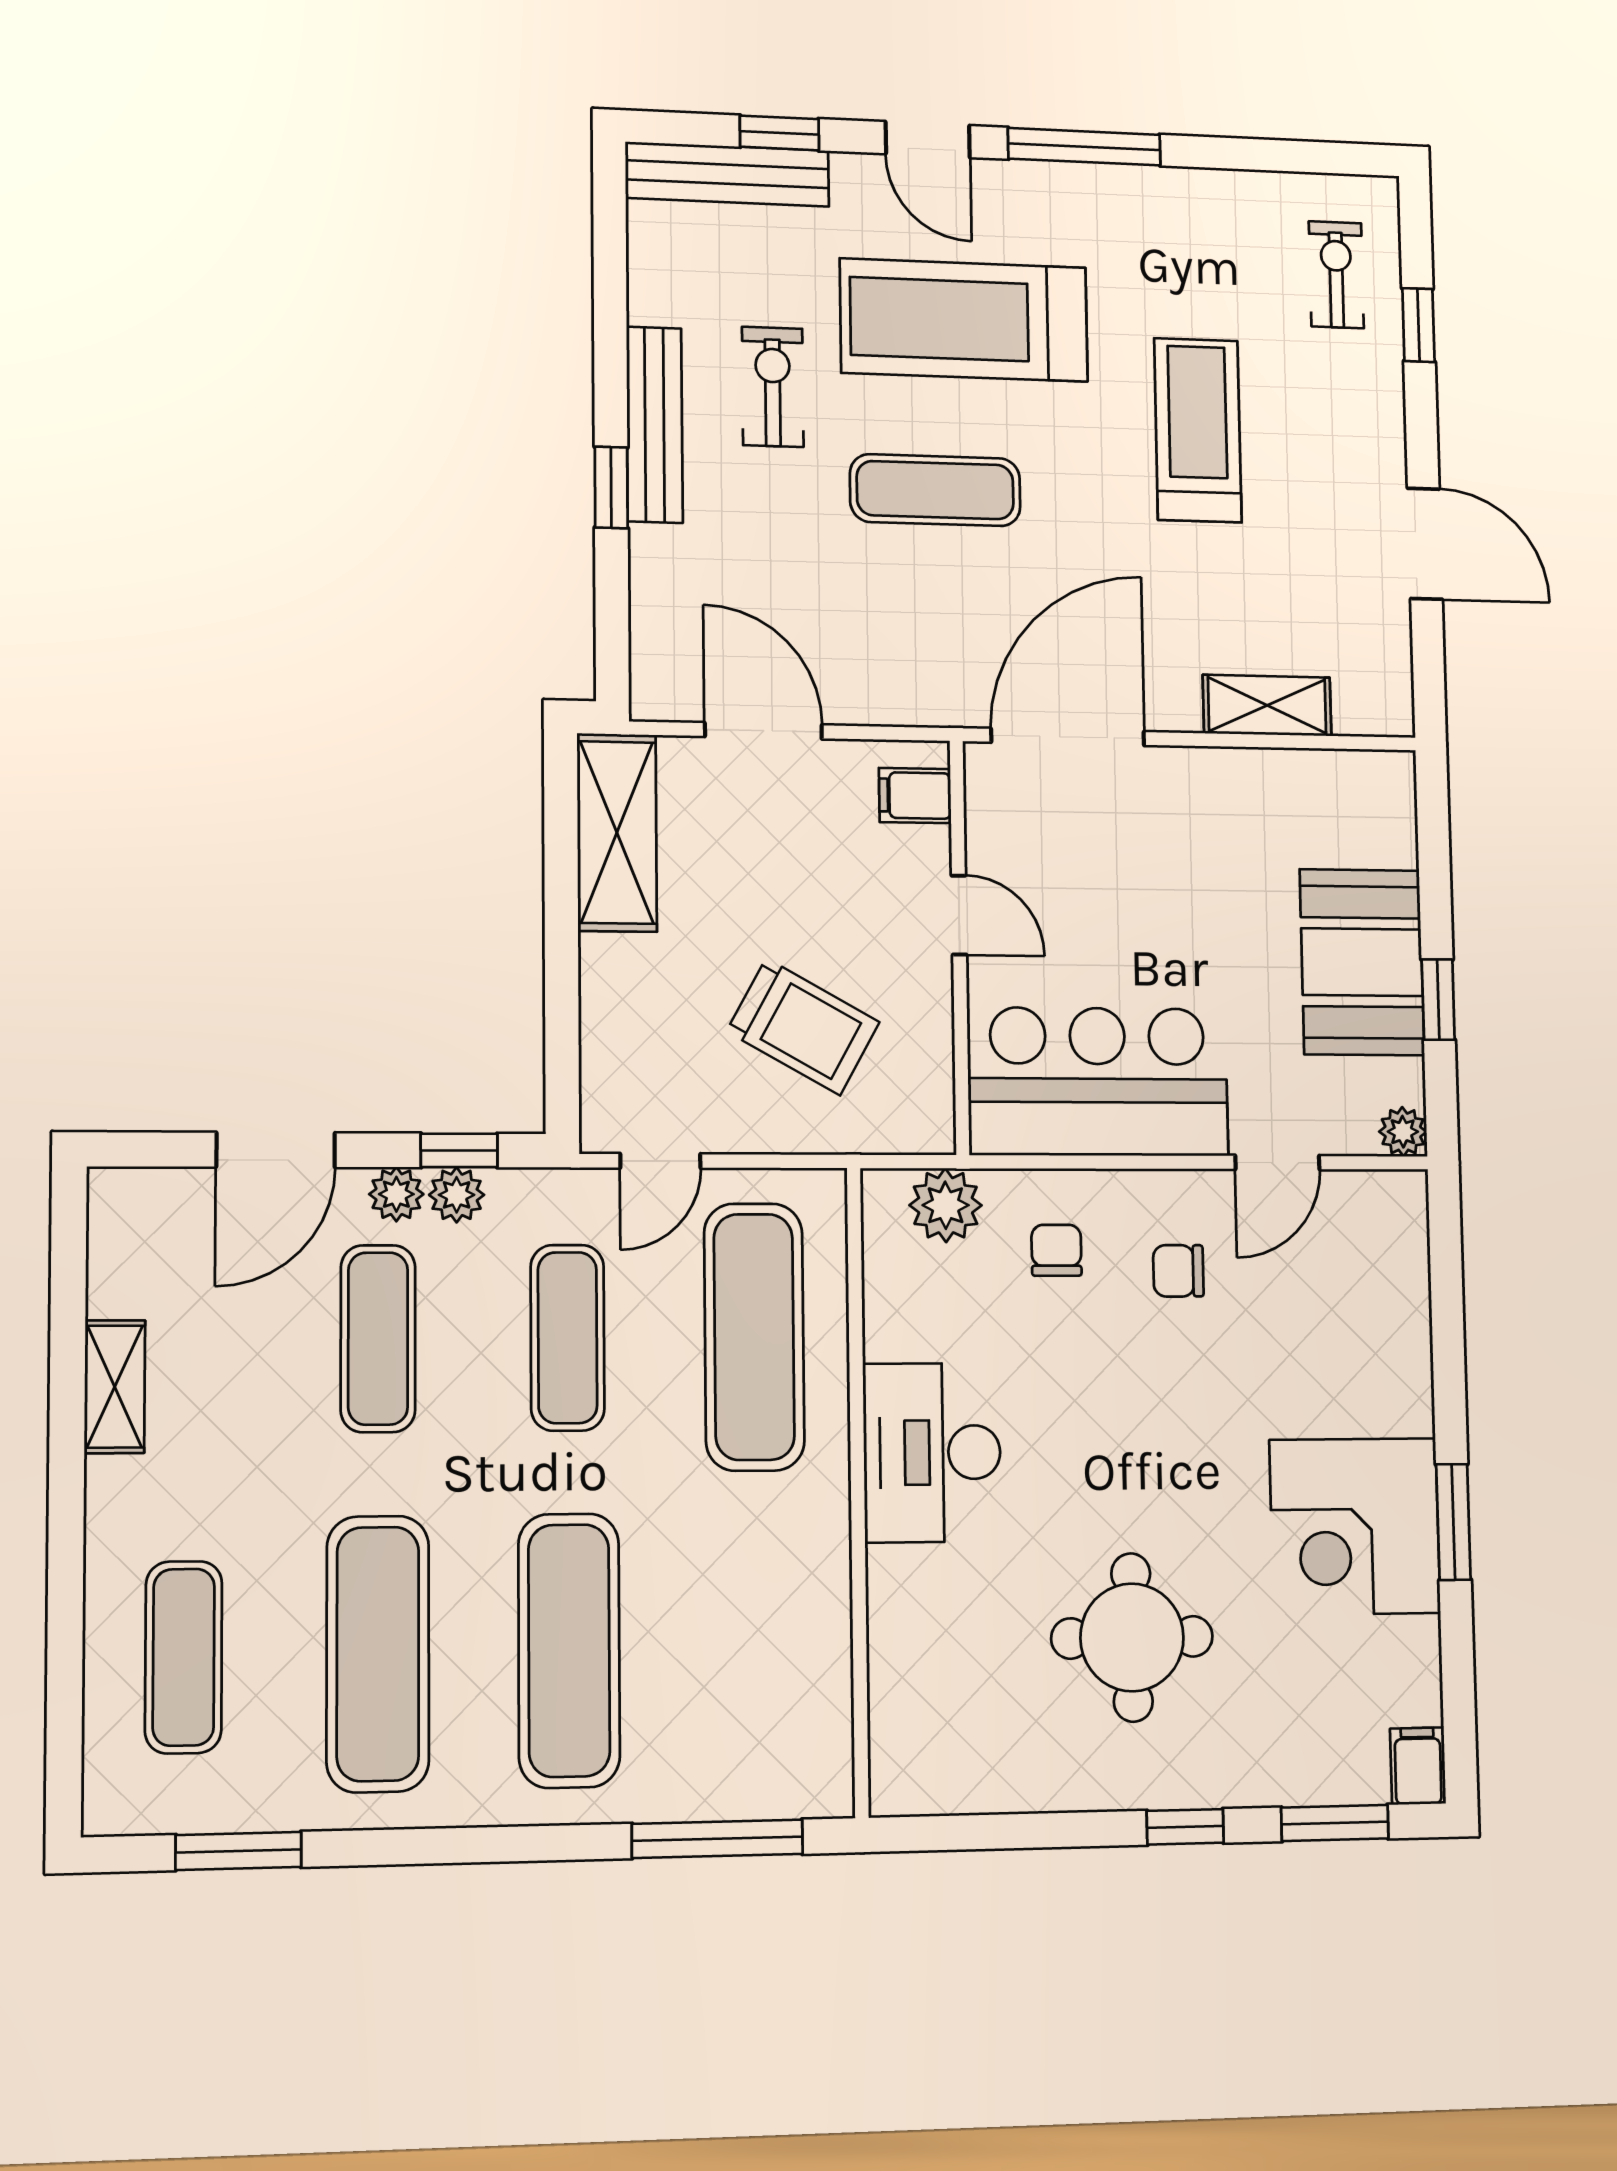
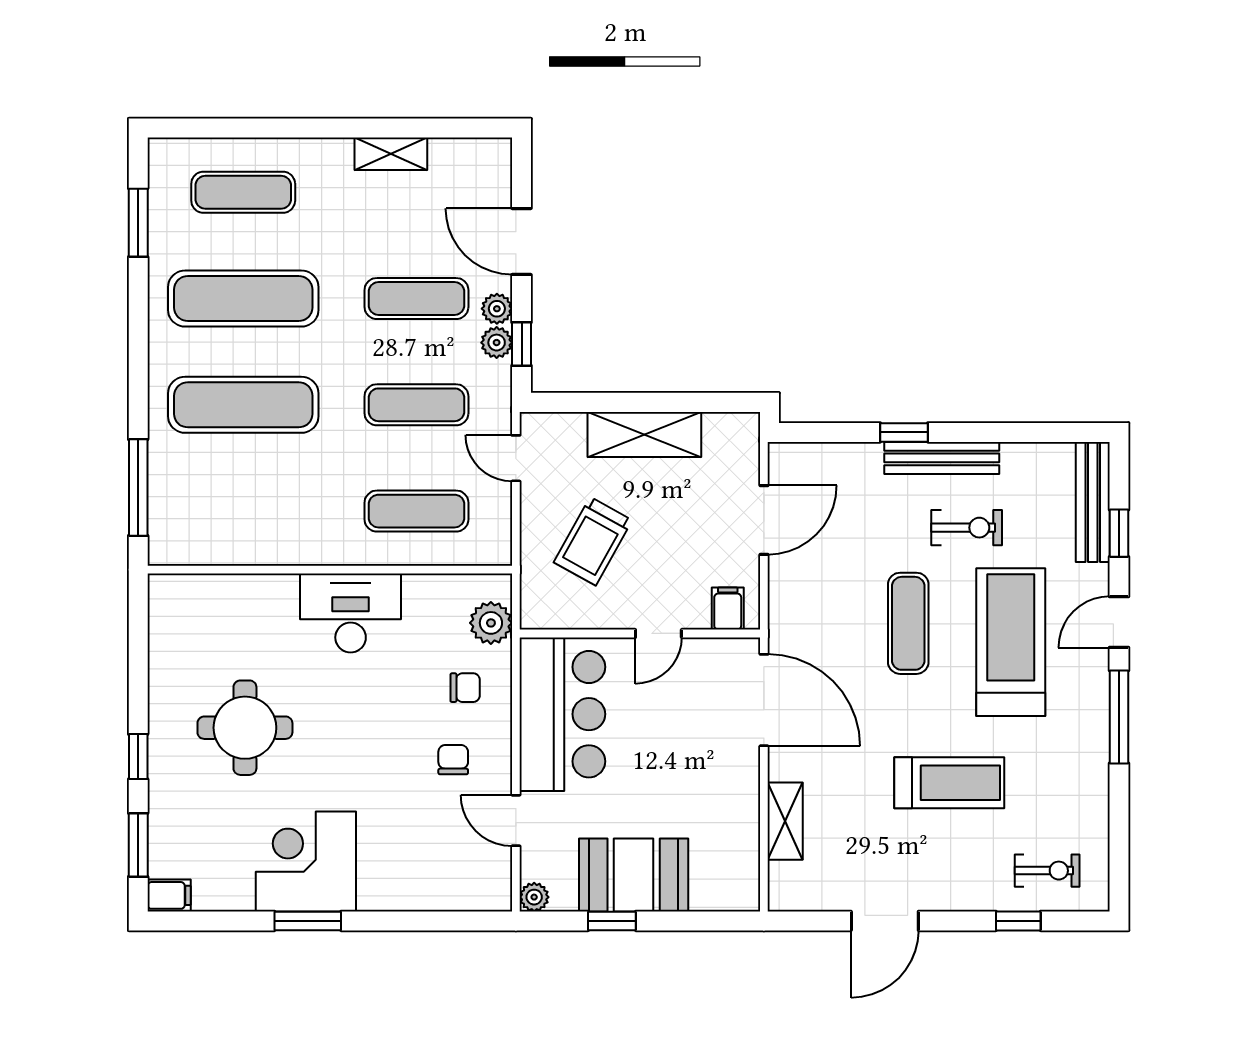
shelving: (617, 832) -> (644, 434), moved
exercise mat: (754, 1337) -> (416, 511), width x0.73, depth x0.69

